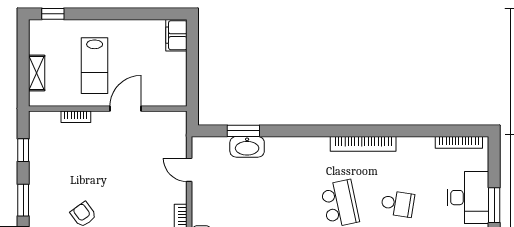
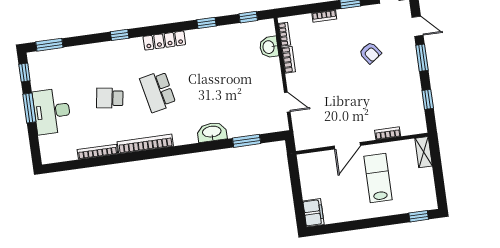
shelving: (37, 73) -> (424, 152), moved
bookcase: (459, 142) -> (97, 152), moved
washbasin: (247, 147) -> (212, 132), moved

